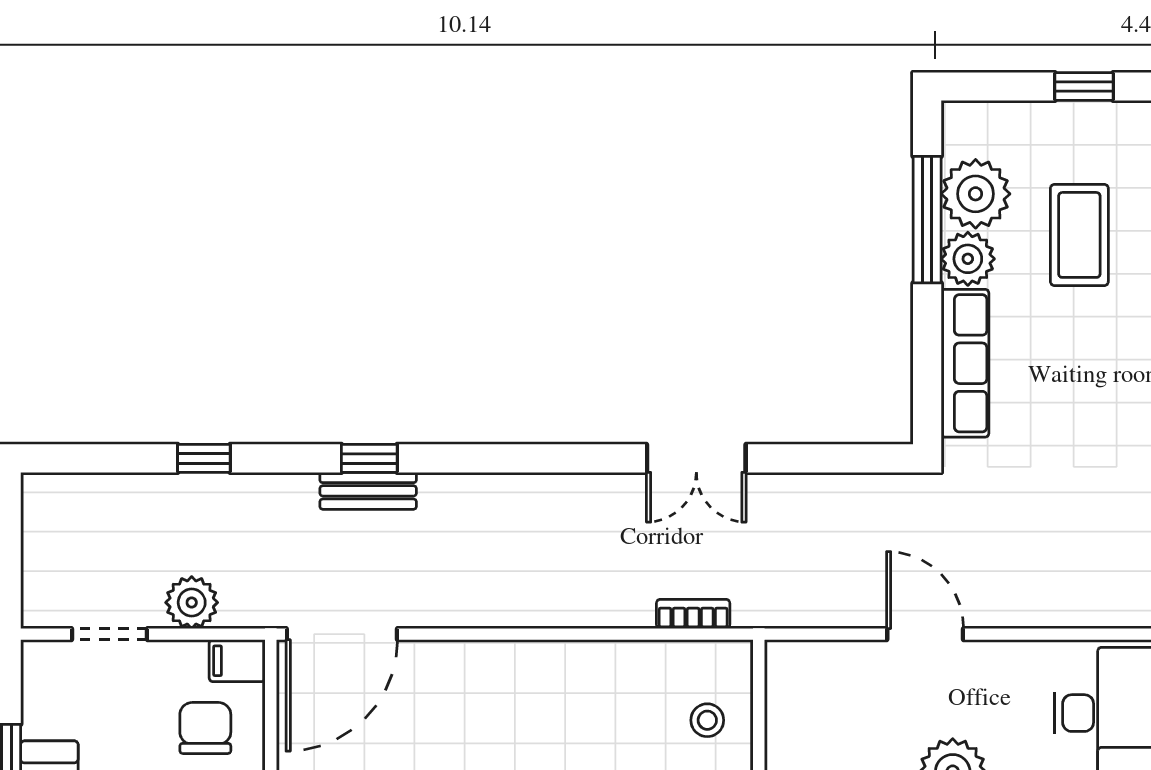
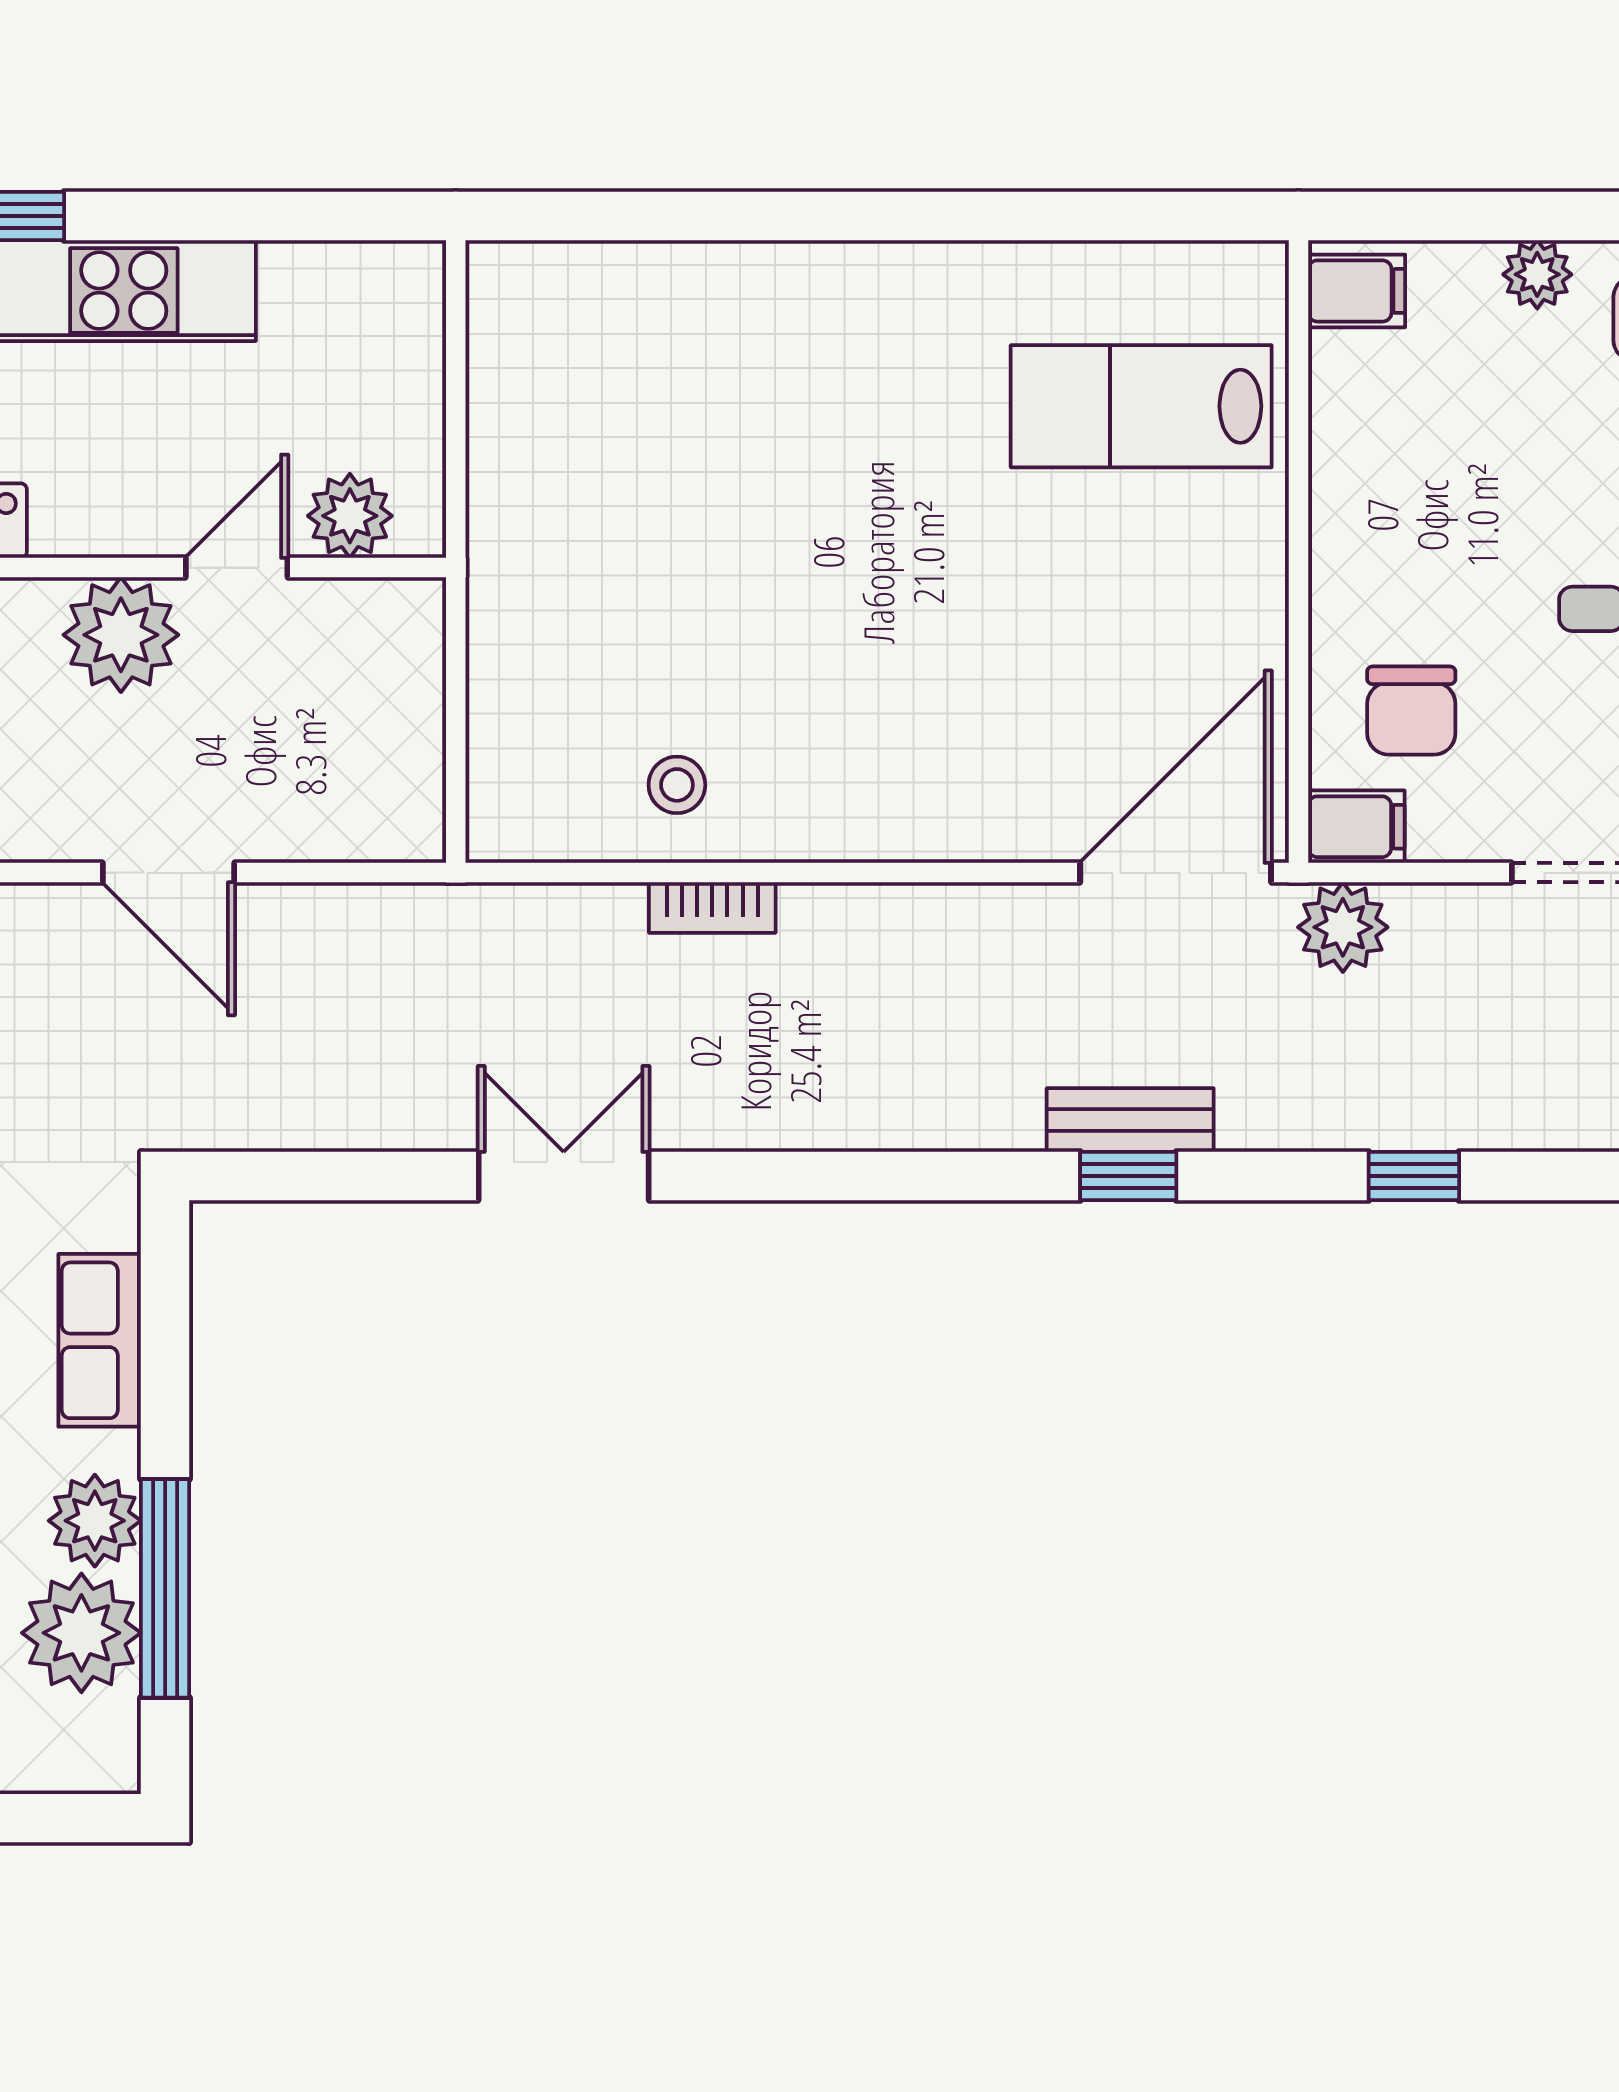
row of seats: (965, 363) -> (100, 1340), width x0.68
plant: (192, 602) -> (1343, 927), moved
bookcase: (693, 614) -> (712, 908), moved
stool: (707, 720) -> (677, 785), moved

